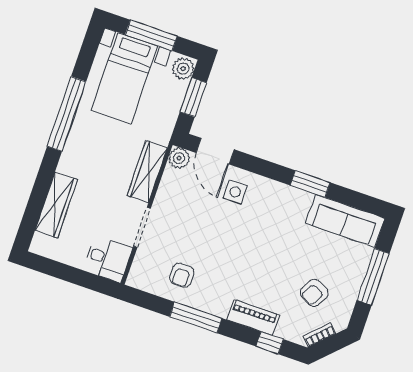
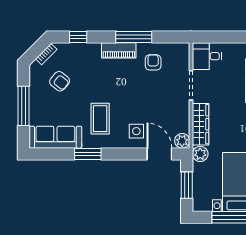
plant: (183, 69) -> (200, 154), moved
coffee table: (278, 225) -> (100, 119), added
armchair: (314, 293) -> (60, 81), turned 100
piano: (253, 317) -> (119, 50), moved

